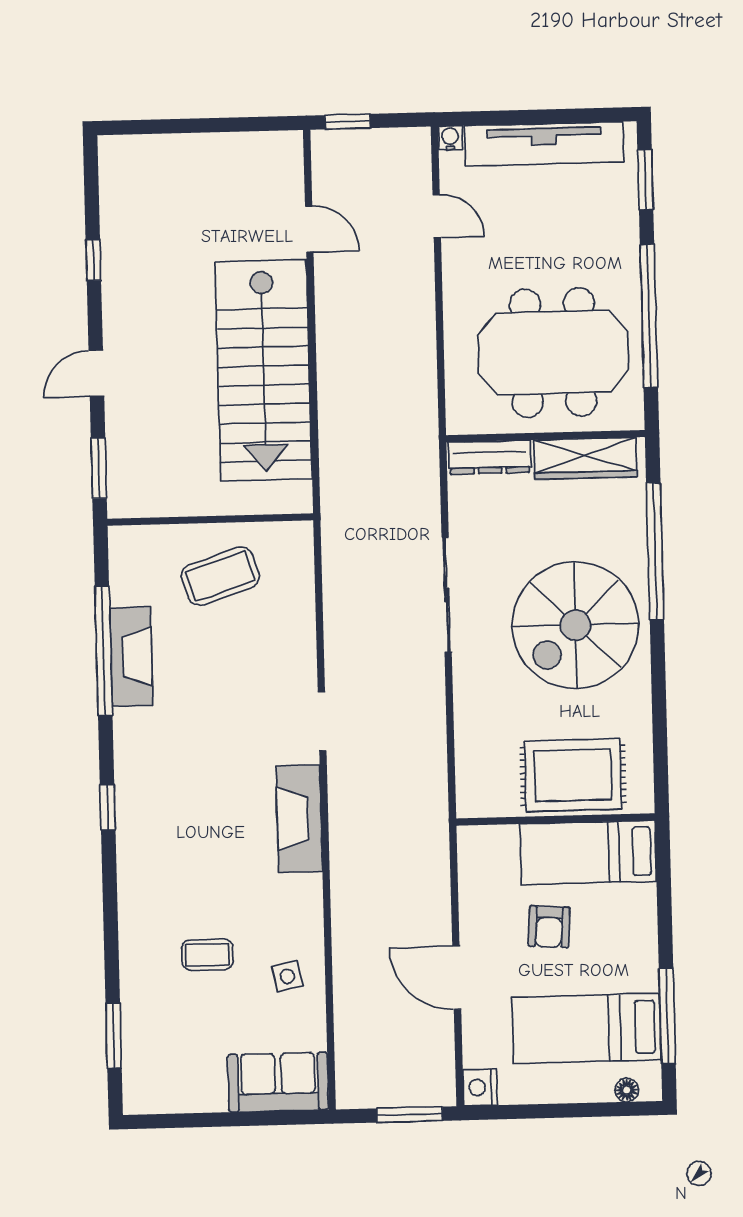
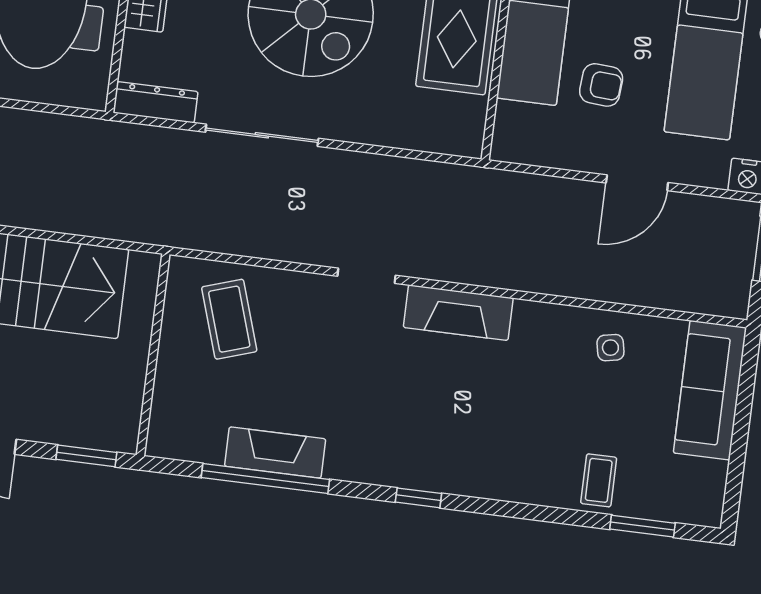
dresser: (490, 457) -> (156, 102), moved, turned -90
coffee table: (220, 576) -> (229, 319), moved
coffee table: (207, 955) -> (599, 480), moved
sofa: (278, 1082) -> (710, 390), width x1.36

